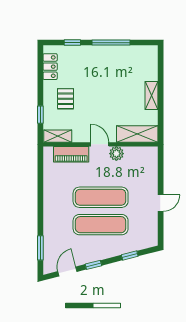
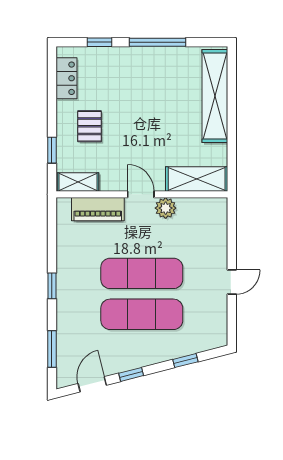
shelving: (152, 95) -> (215, 96), width x2.20, depth x1.33
window: (40, 206) -> (52, 286), added

